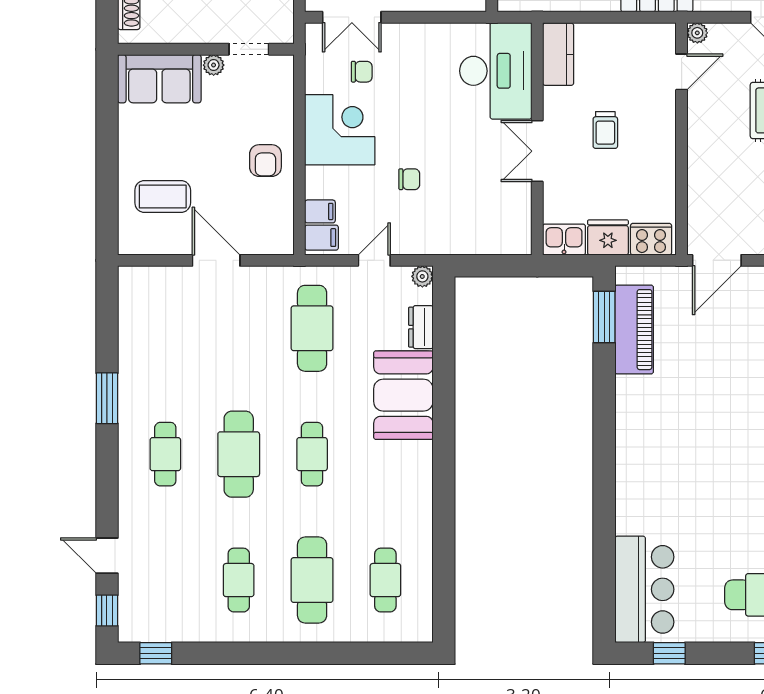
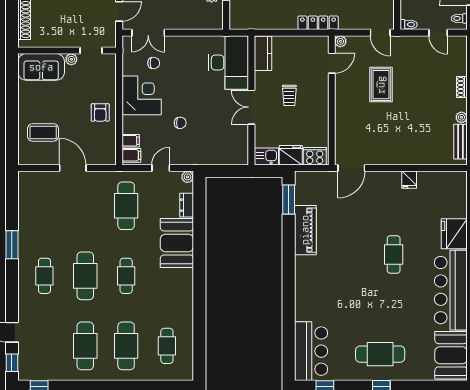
piano: (634, 330) -> (305, 230), moved
cafe table: (239, 580) -> (85, 346), width x1.37, depth x1.35

